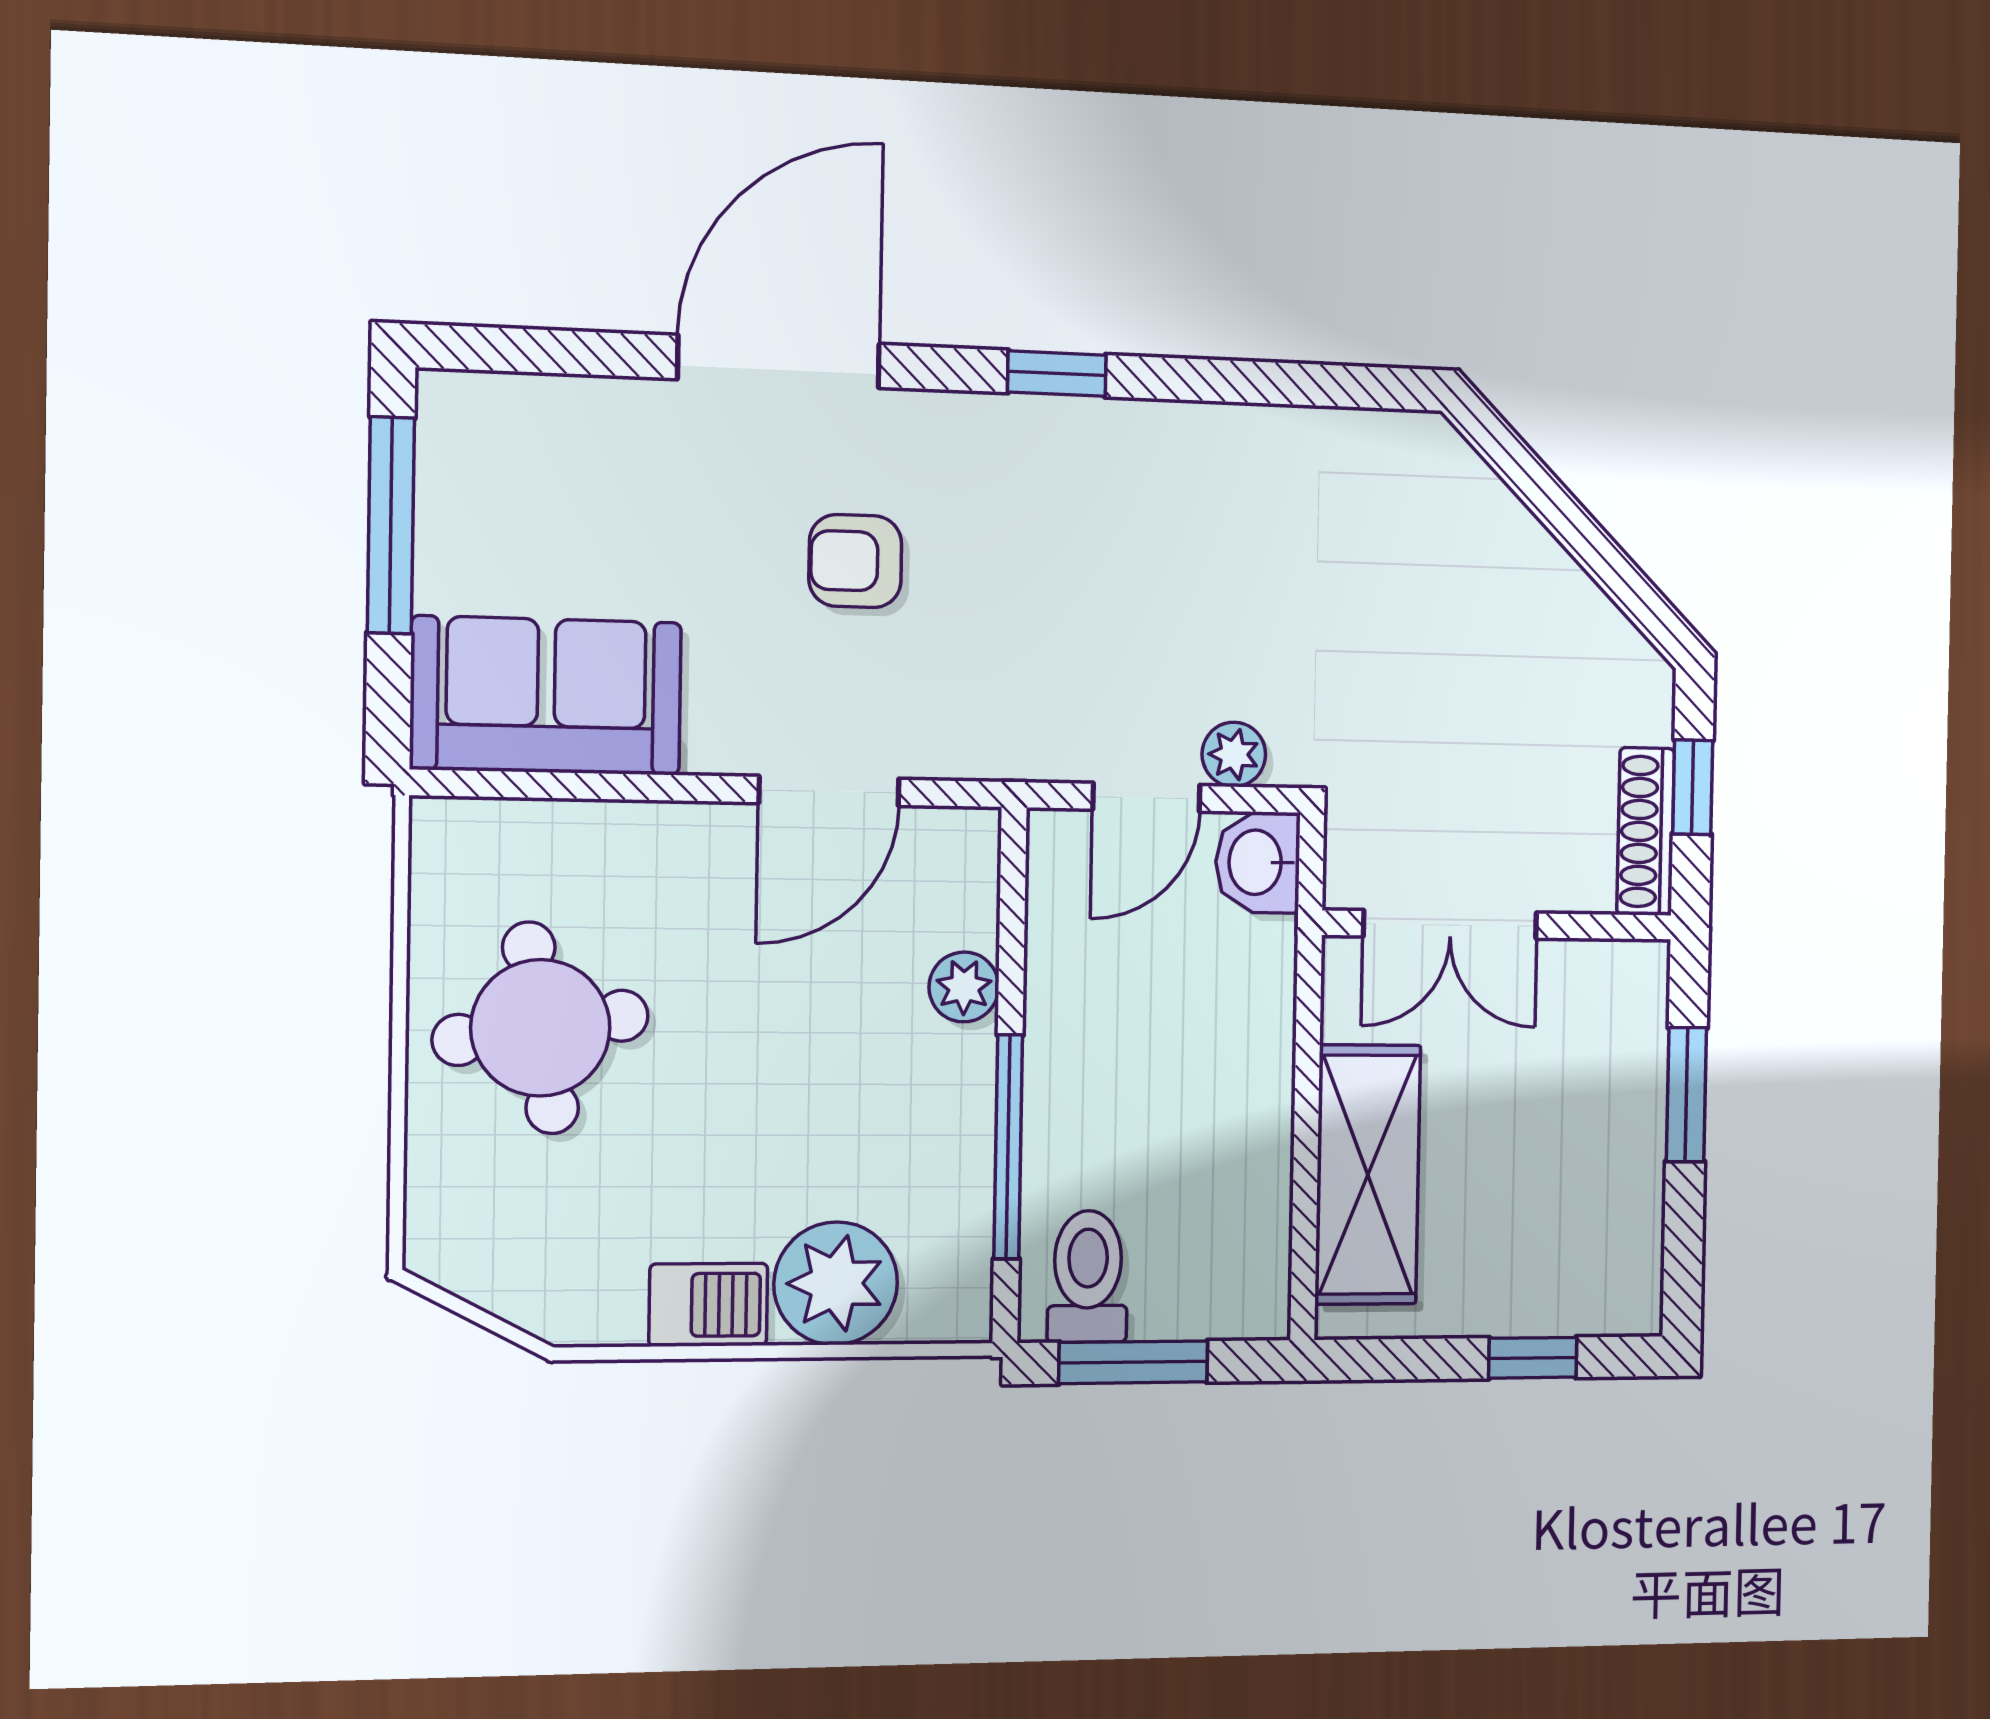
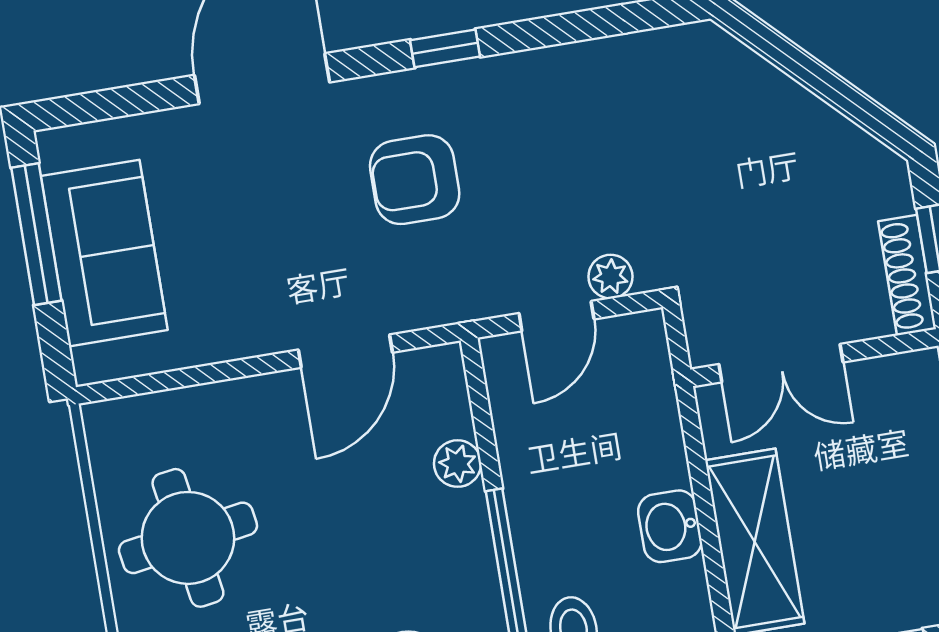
armchair: (855, 561) -> (415, 180), moved, width x1.38, depth x1.38
sofa: (546, 696) -> (104, 253), moved, turned 90
washbasin: (1258, 862) -> (670, 526), moved

